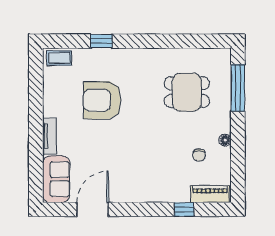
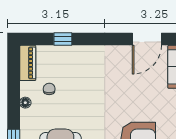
piano: (210, 194) -> (28, 63), moved, turned -90

